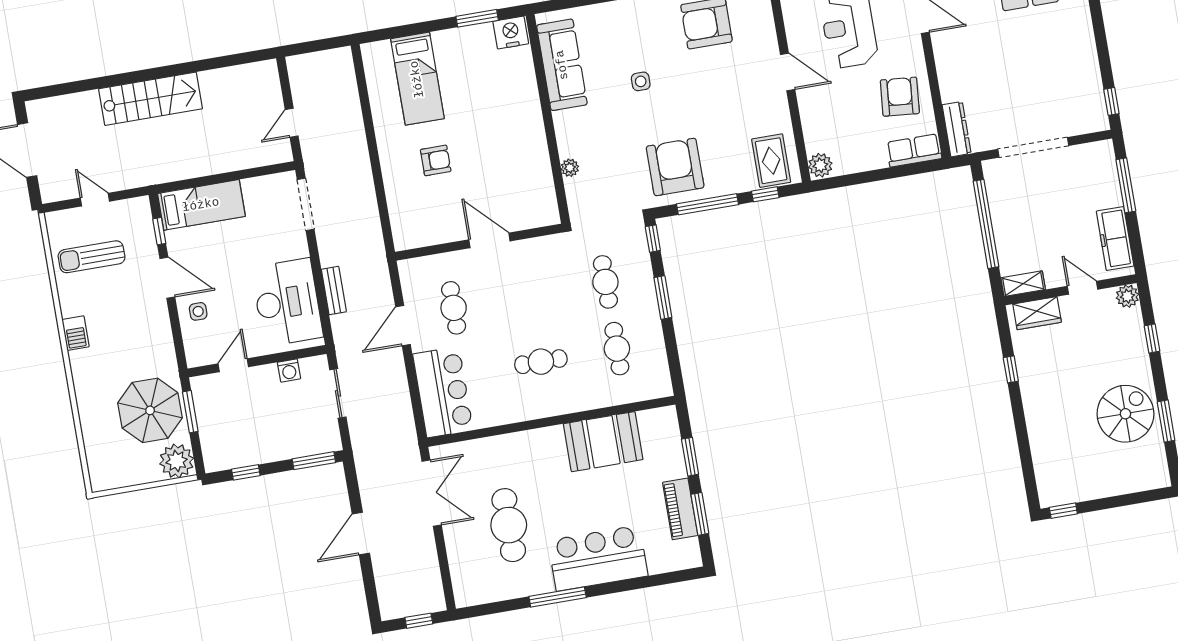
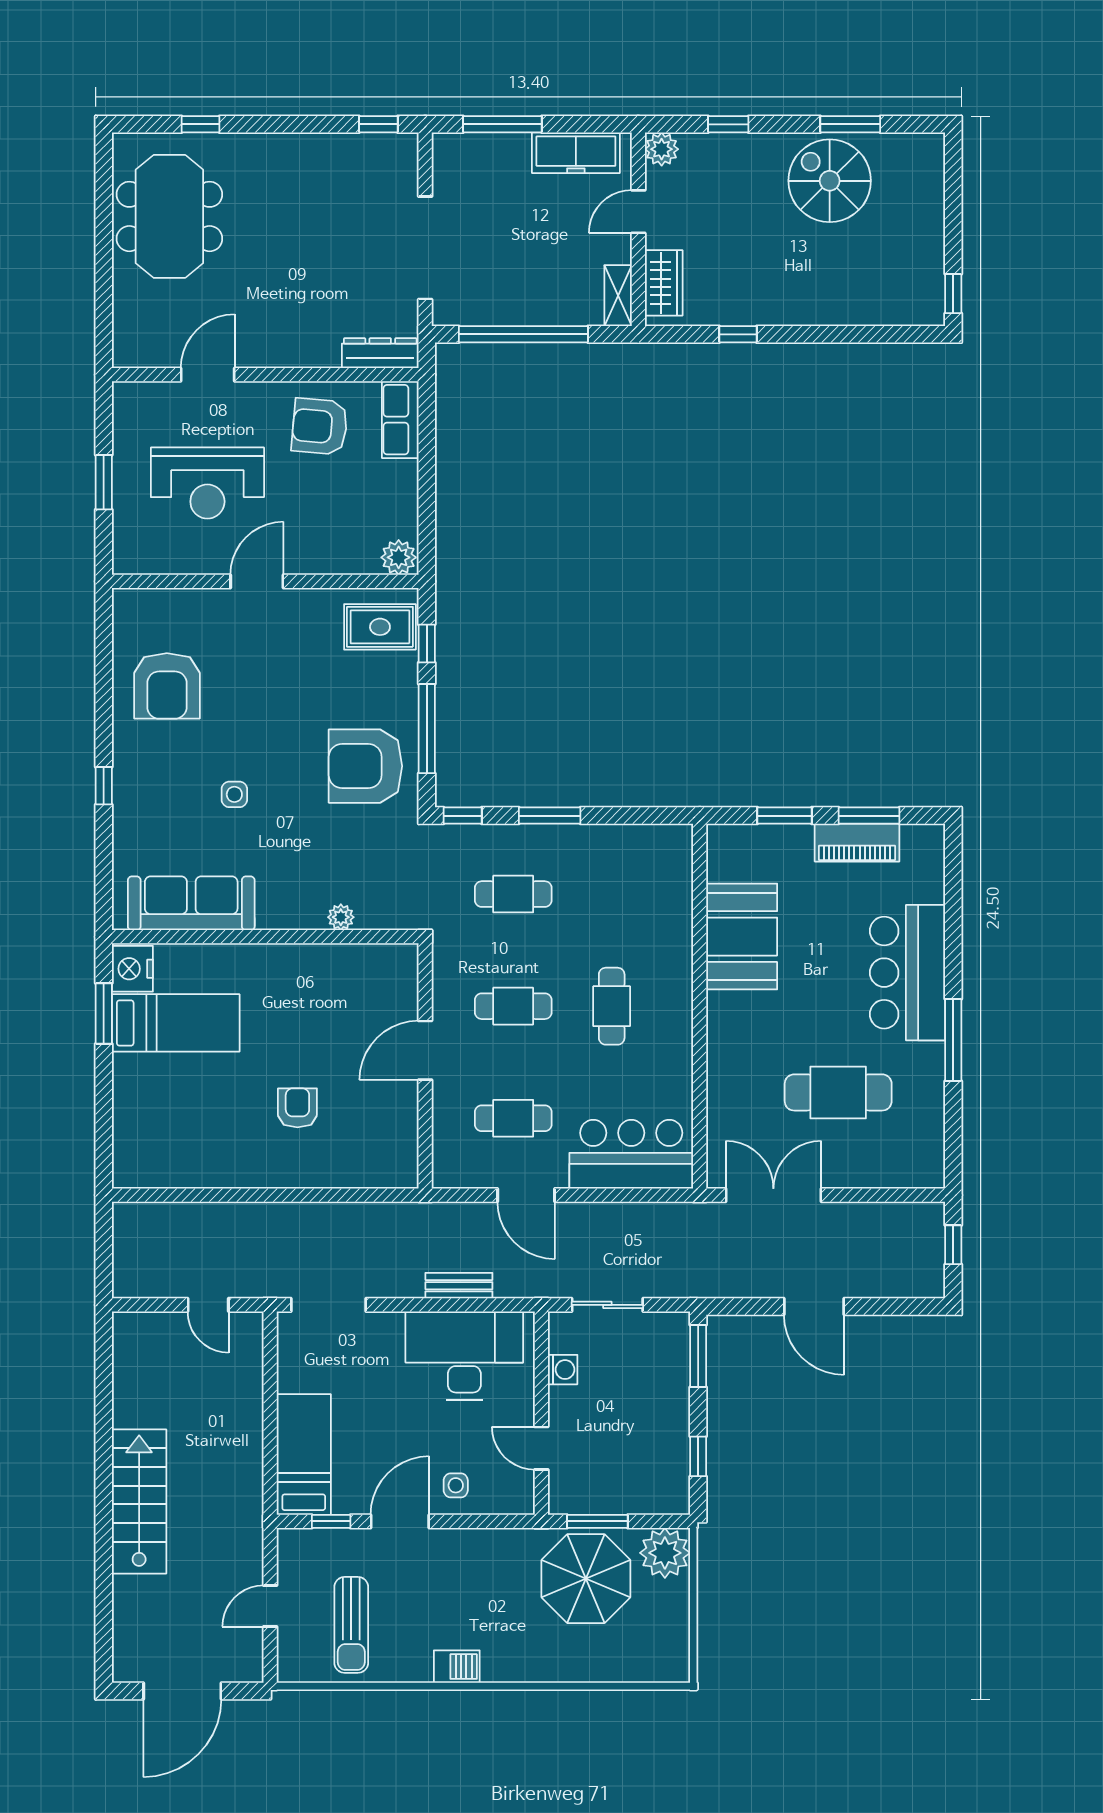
bed: (417, 79) -> (176, 1023), moved
cafe table: (617, 349) -> (513, 1006), moved

